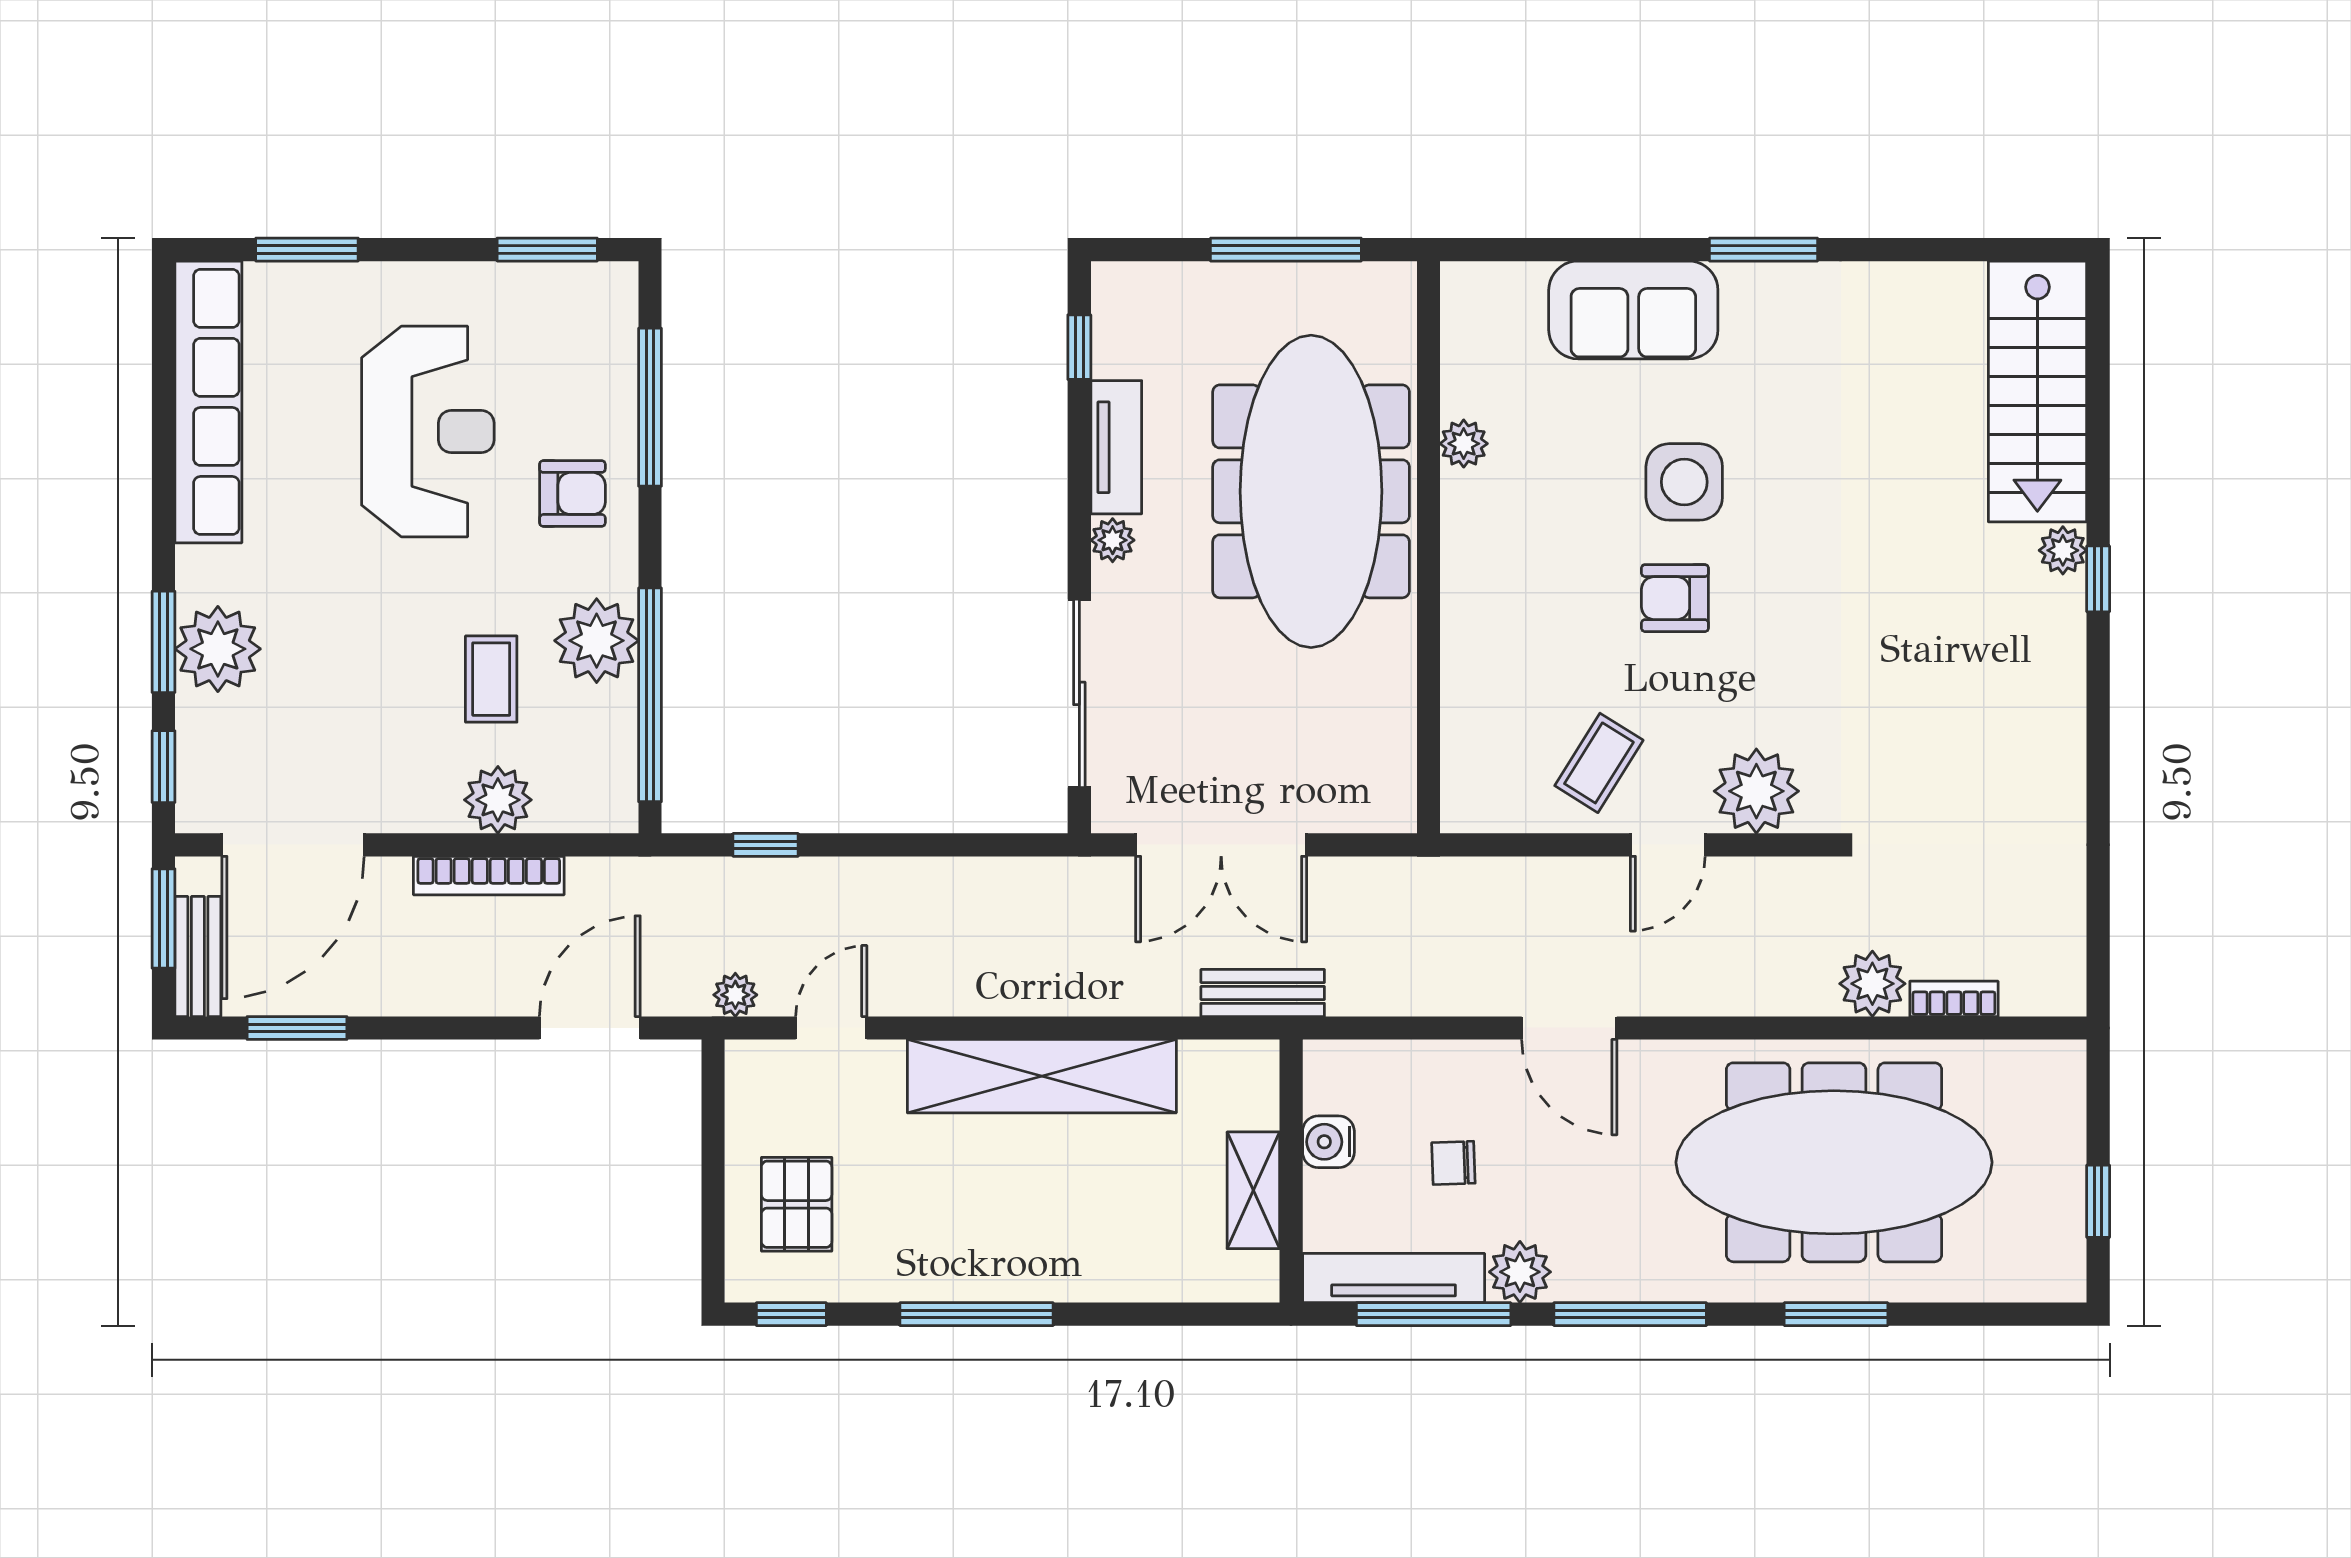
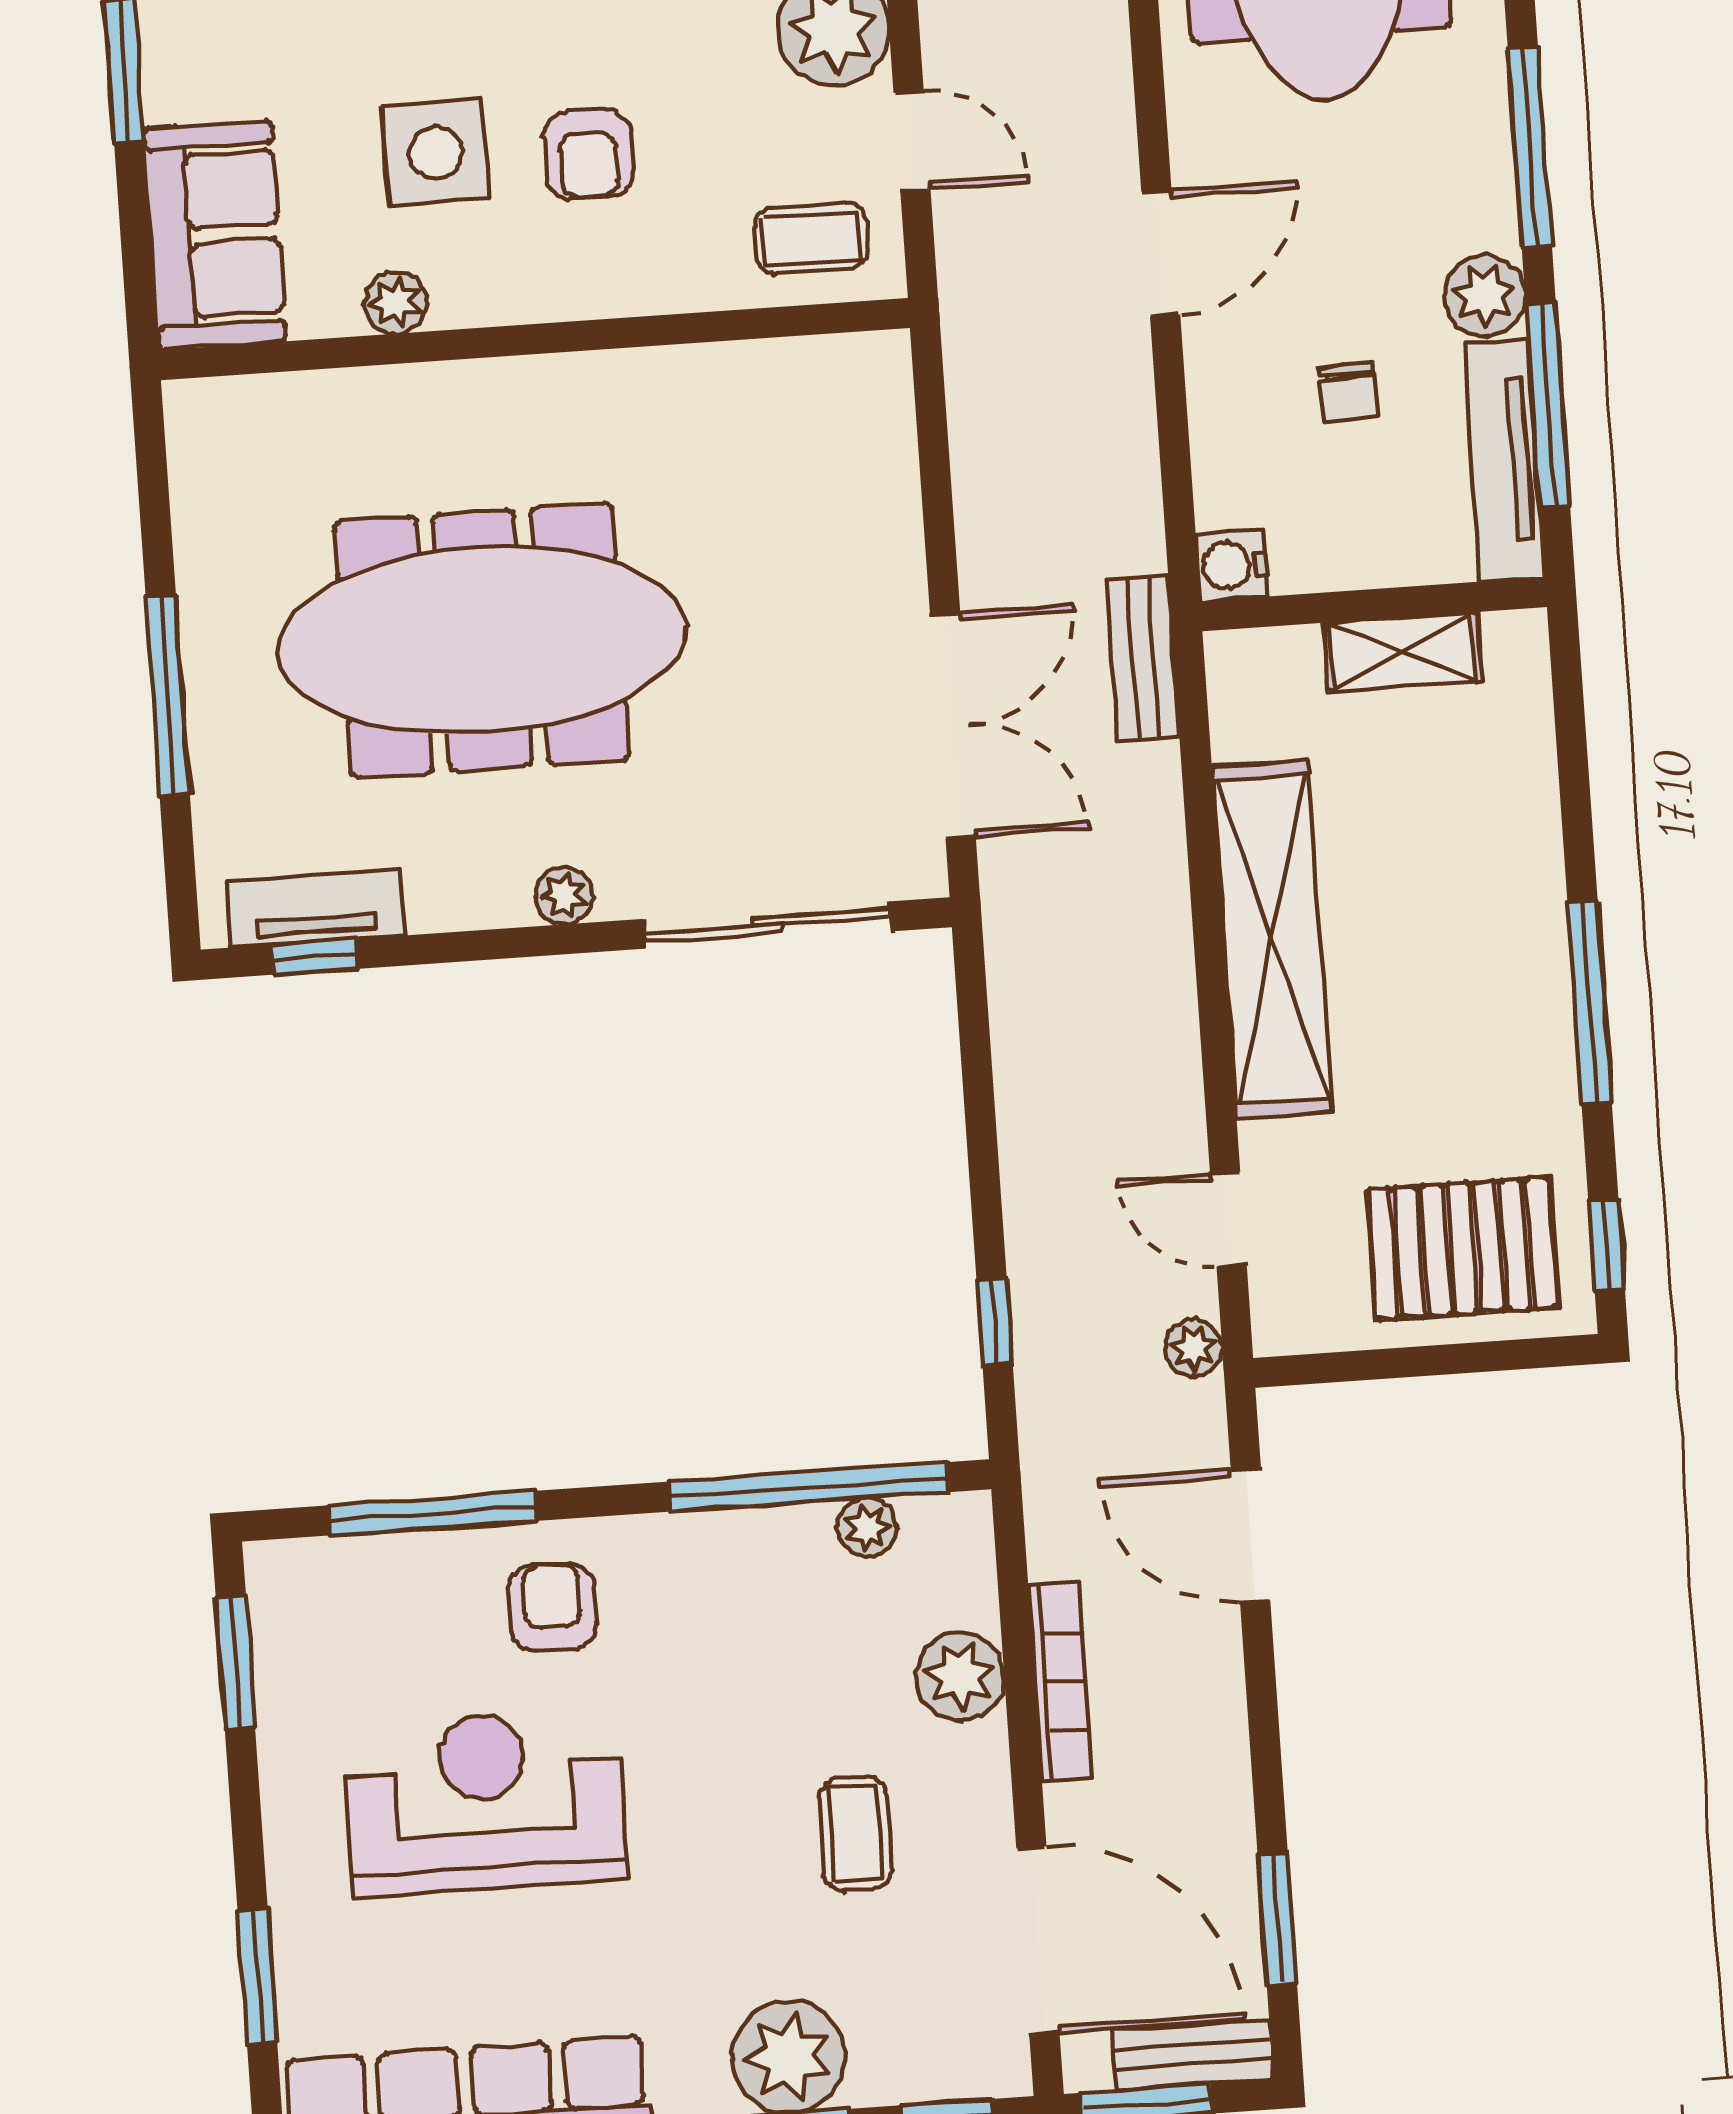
plant: (1464, 444) -> (395, 302), moved
tv unit: (1116, 447) -> (315, 908), moved
wall: (1428, 547) -> (534, 339), moved
plant: (597, 641) -> (867, 1527), moved, width x0.53, depth x0.53
coffee table: (491, 679) -> (856, 1834), moved, turned 90
coffee table: (1599, 763) -> (811, 239), turned -32
water cooler: (1328, 1142) -> (1232, 565), moved, turned 90
pallet: (797, 1204) -> (1462, 1248), width x1.50, depth x1.42

